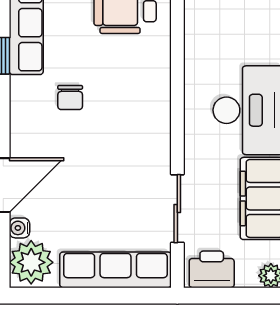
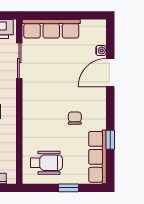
plant: (31, 262) -> (95, 33), removed

